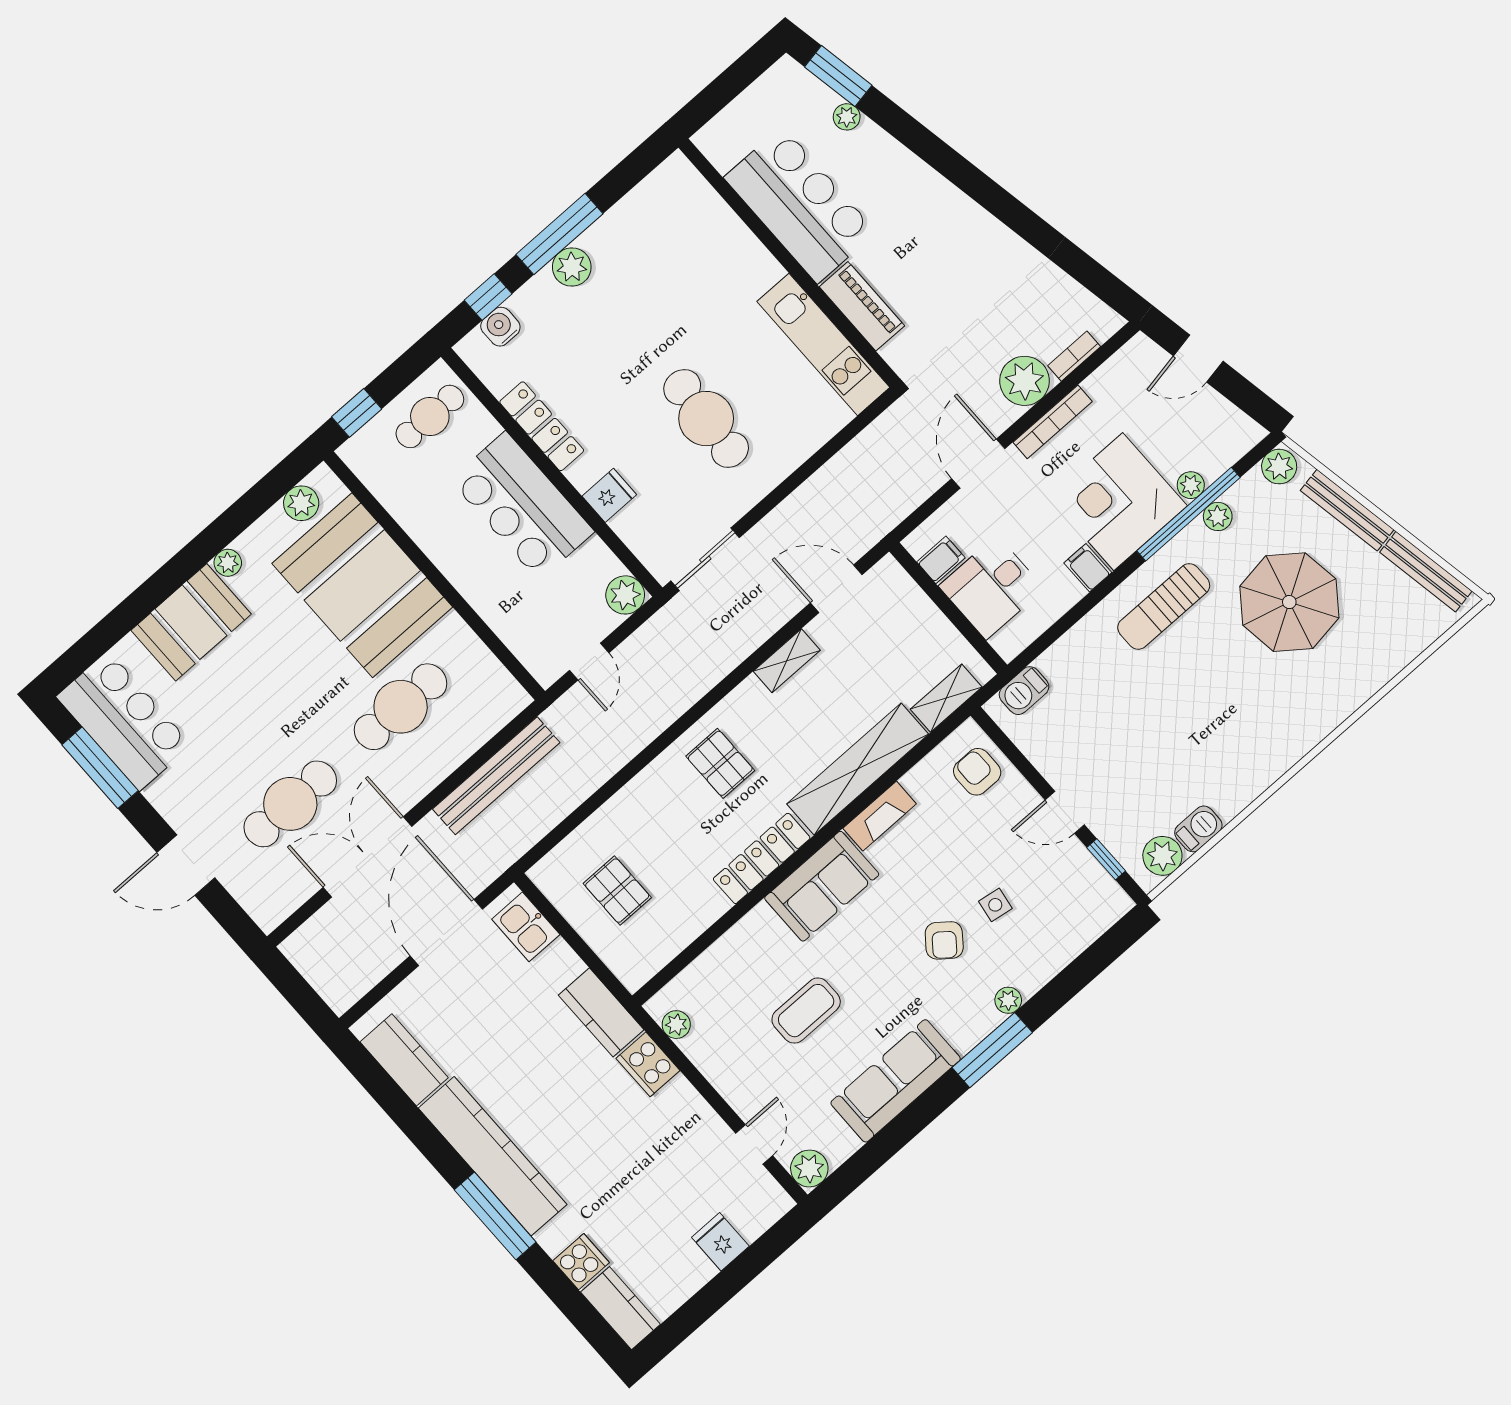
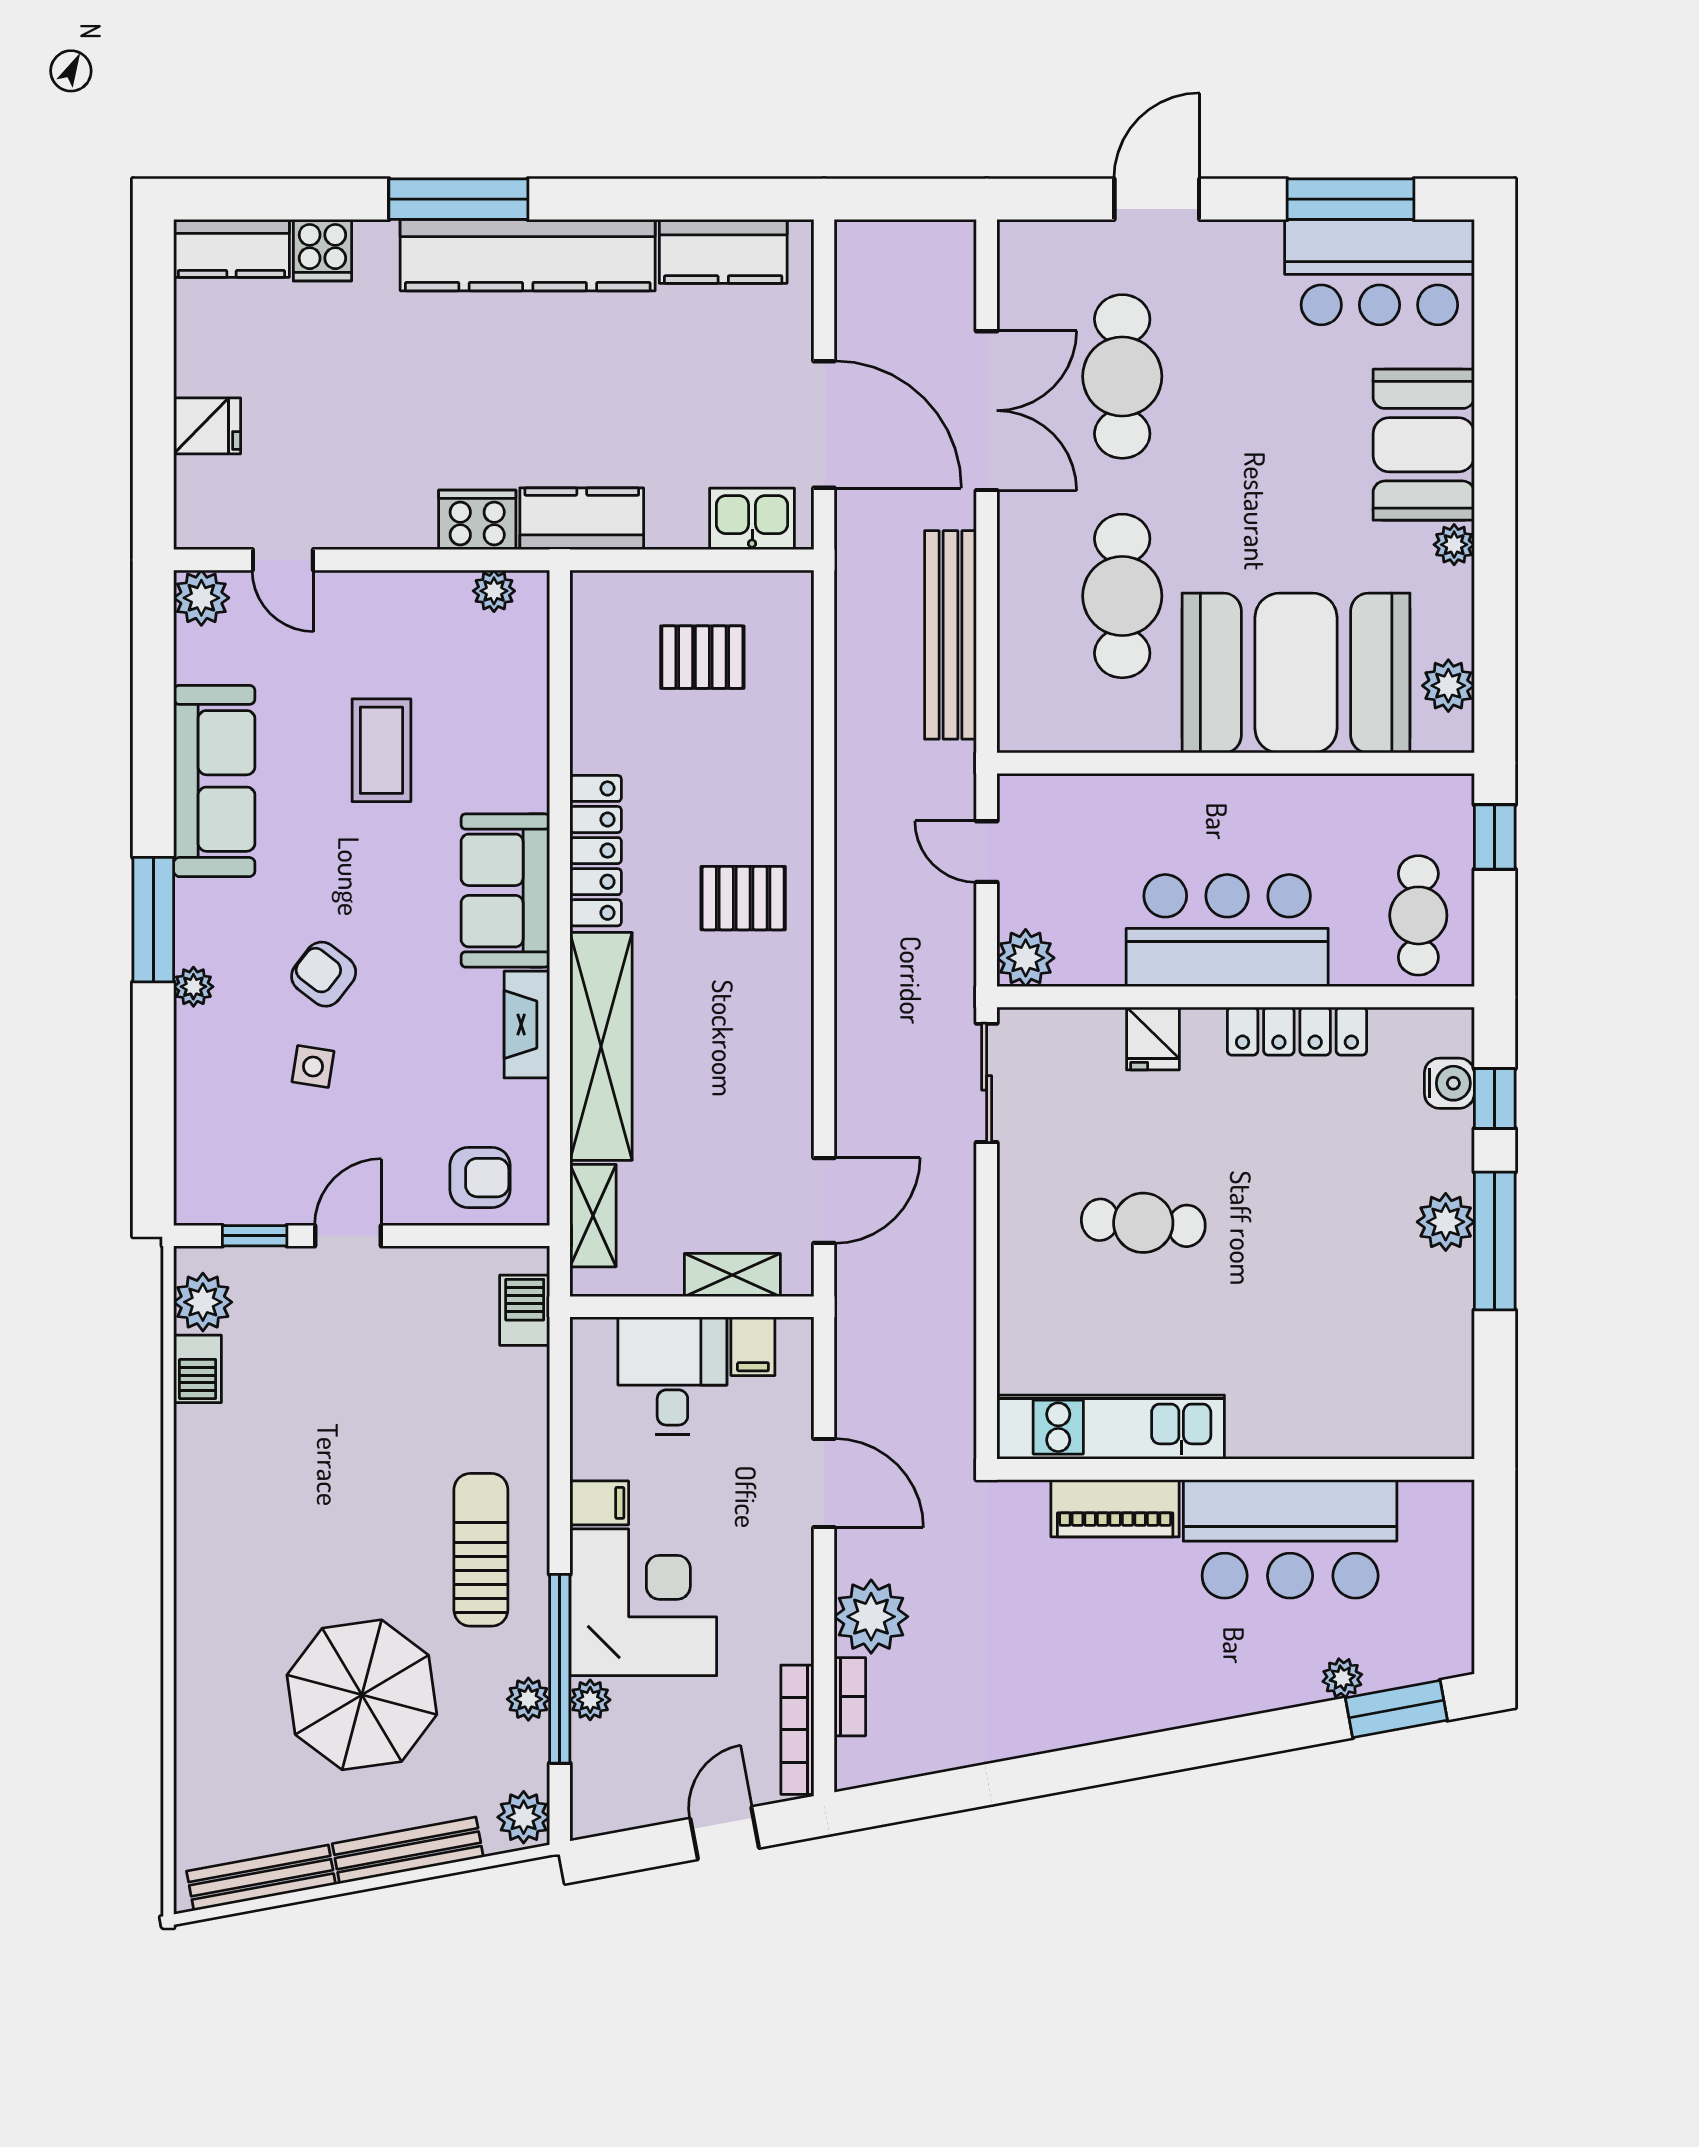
cafe table: (706, 419) -> (1143, 1223), width x0.73, depth x0.74
bookcase: (1053, 422) -> (797, 1730), moved
shelving: (787, 661) -> (732, 1275), moved, turned 90

